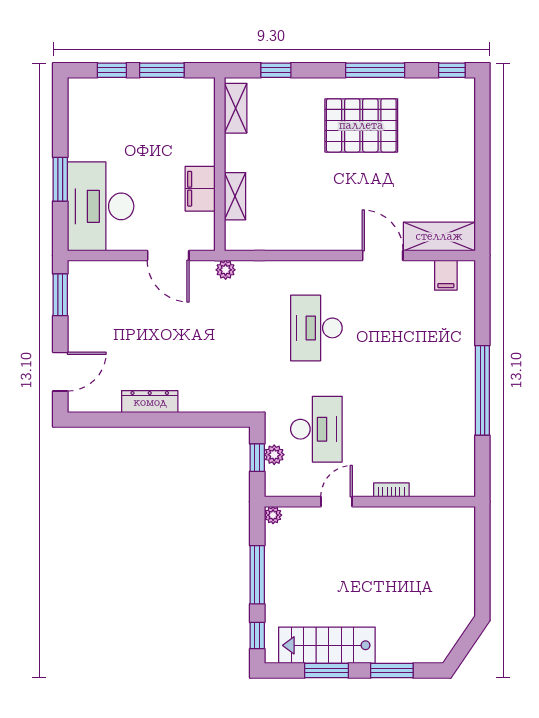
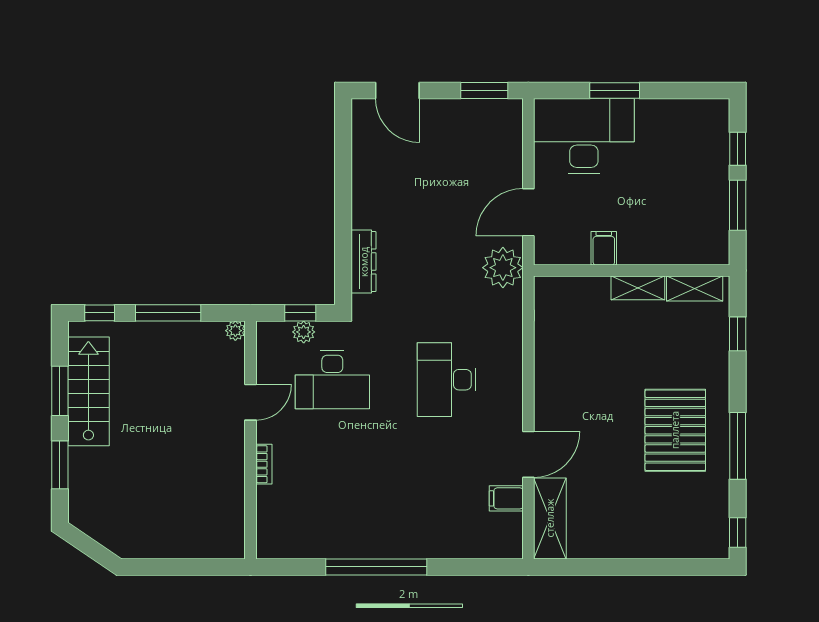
filing cabinet: (200, 189) -> (604, 248), width x0.50
shelving: (235, 196) -> (638, 288), moved
plant: (226, 270) -> (503, 268), width x1.88, depth x1.88
filing cabinet: (446, 275) -> (506, 498), moved
desk: (316, 328) -> (447, 380), turned -90
dresser: (150, 402) -> (364, 262), moved
door: (337, 502) -> (251, 402), hinge flipped

